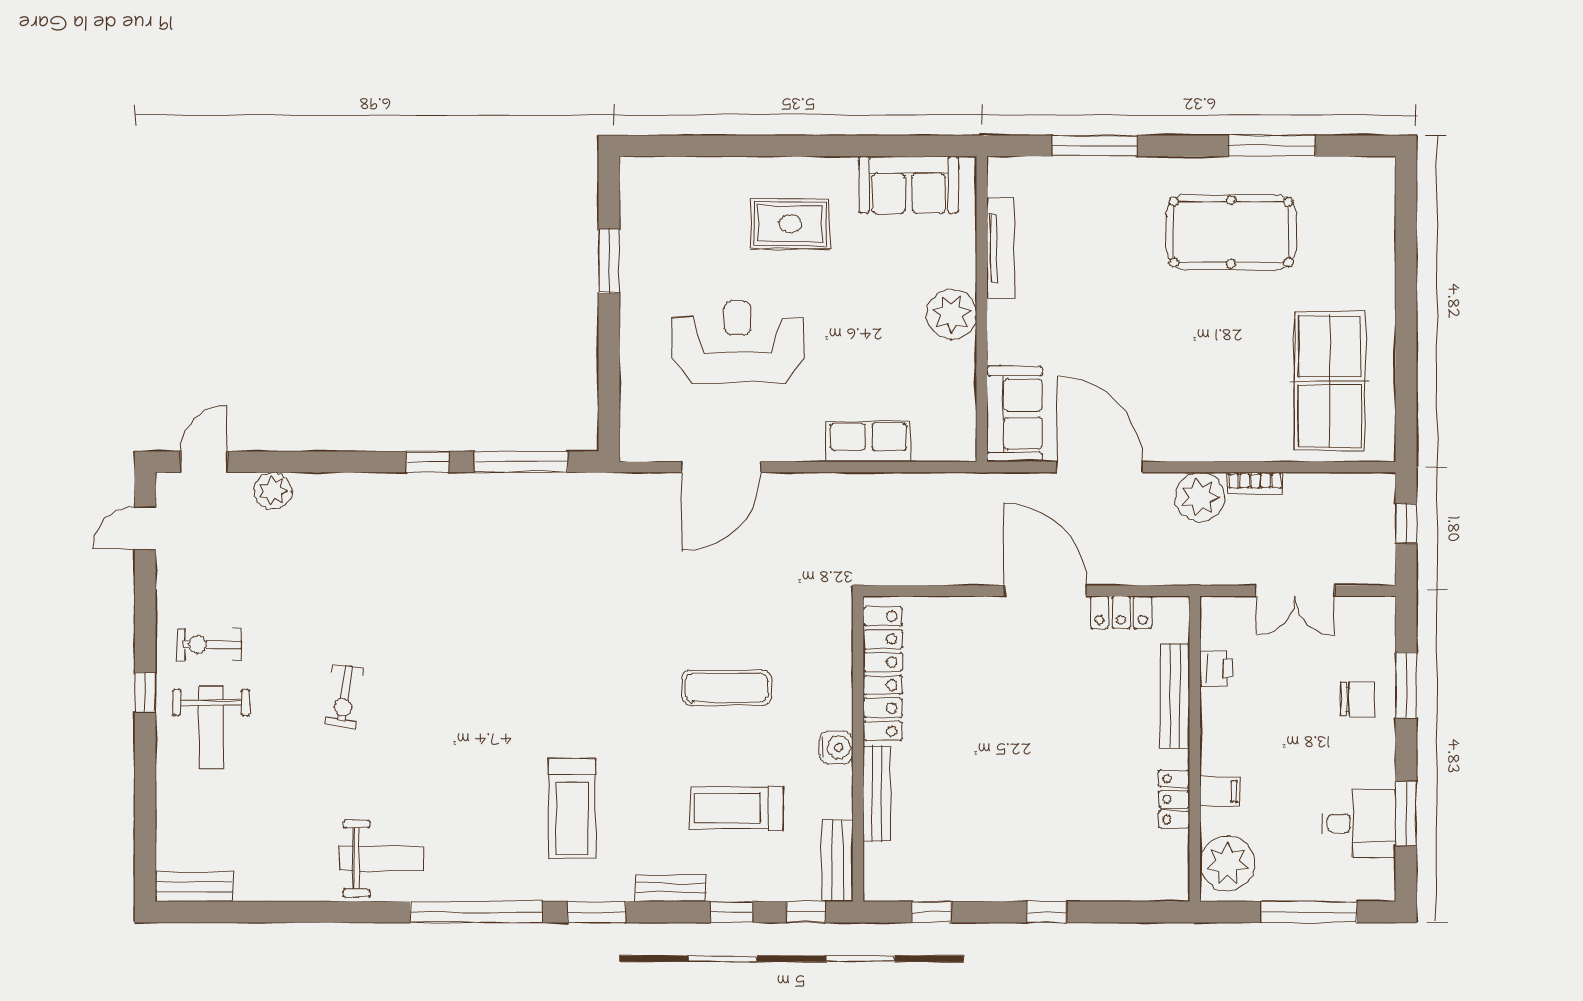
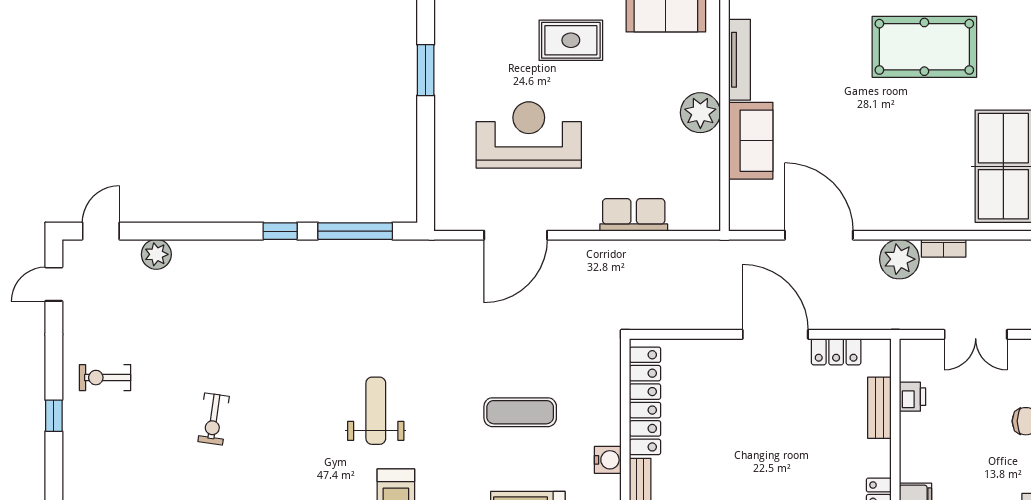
sofa: (1015, 414) -> (751, 141), moved
bench: (1175, 696) -> (879, 408), width x0.73
weight bench: (211, 728) -> (376, 411), moved, turned 180

